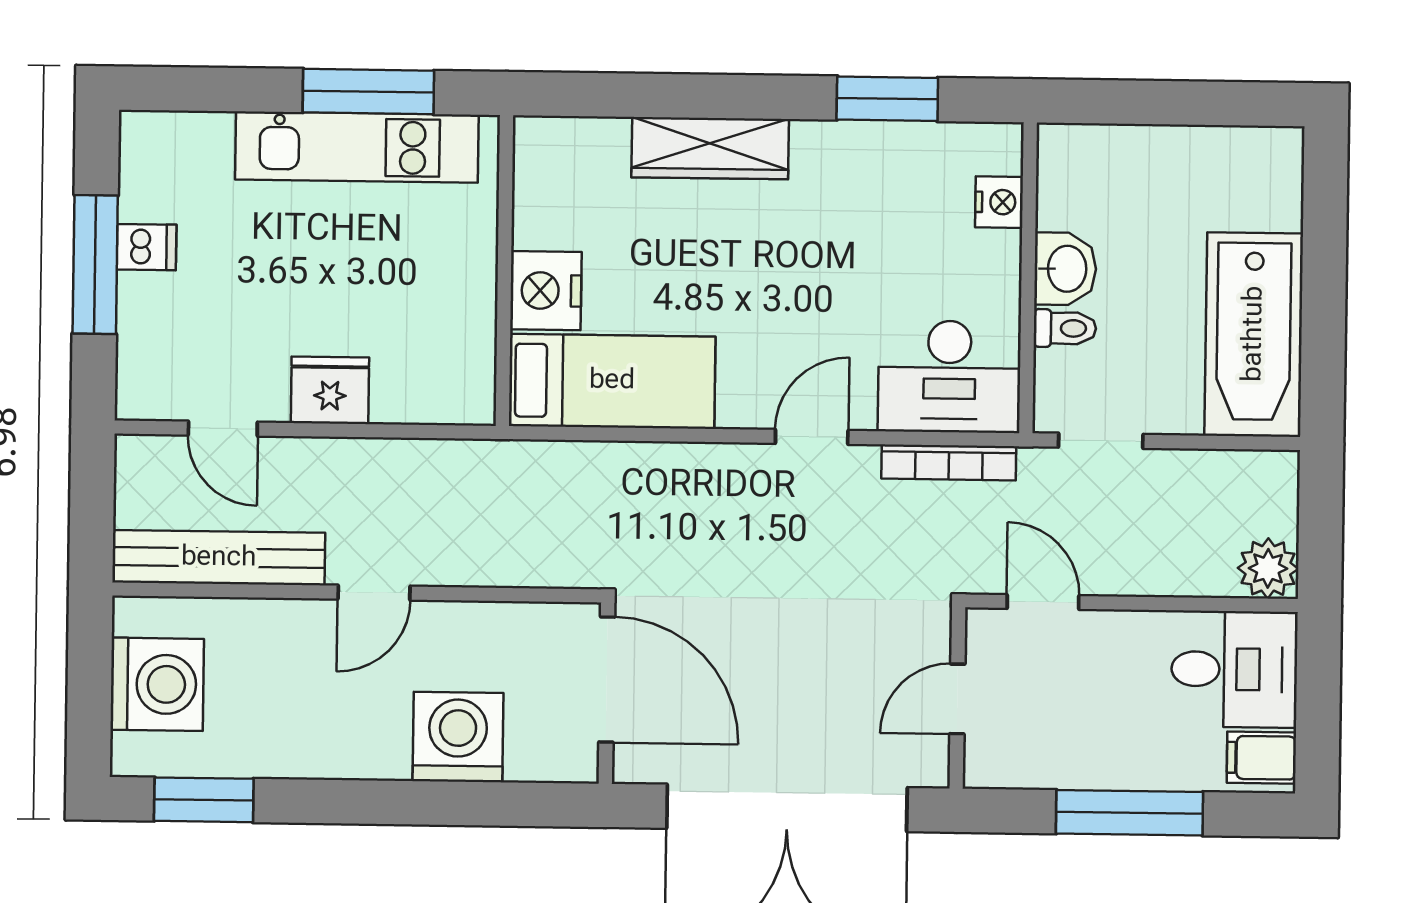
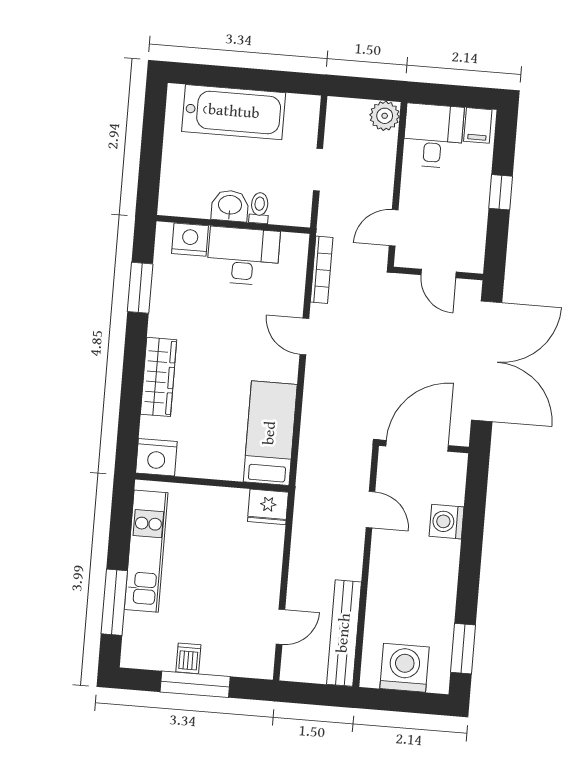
window: (368, 91) -> (114, 602), moved
nightstand: (999, 202) -> (190, 240), width x1.36, depth x1.33
nightstand: (546, 291) -> (156, 457), moved
bathtub: (1254, 334) -> (234, 112), moved
desk: (949, 377) -> (243, 256), moved, turned -90
fridge: (330, 390) -> (268, 507), moved, turned -90
doorway: (1101, 441) -> (318, 170), moved
door: (374, 593) -> (370, 510), moved
washing machine: (458, 737) -> (447, 522), width x0.73, depth x0.73
window: (1130, 813) -> (501, 192), width x0.46

